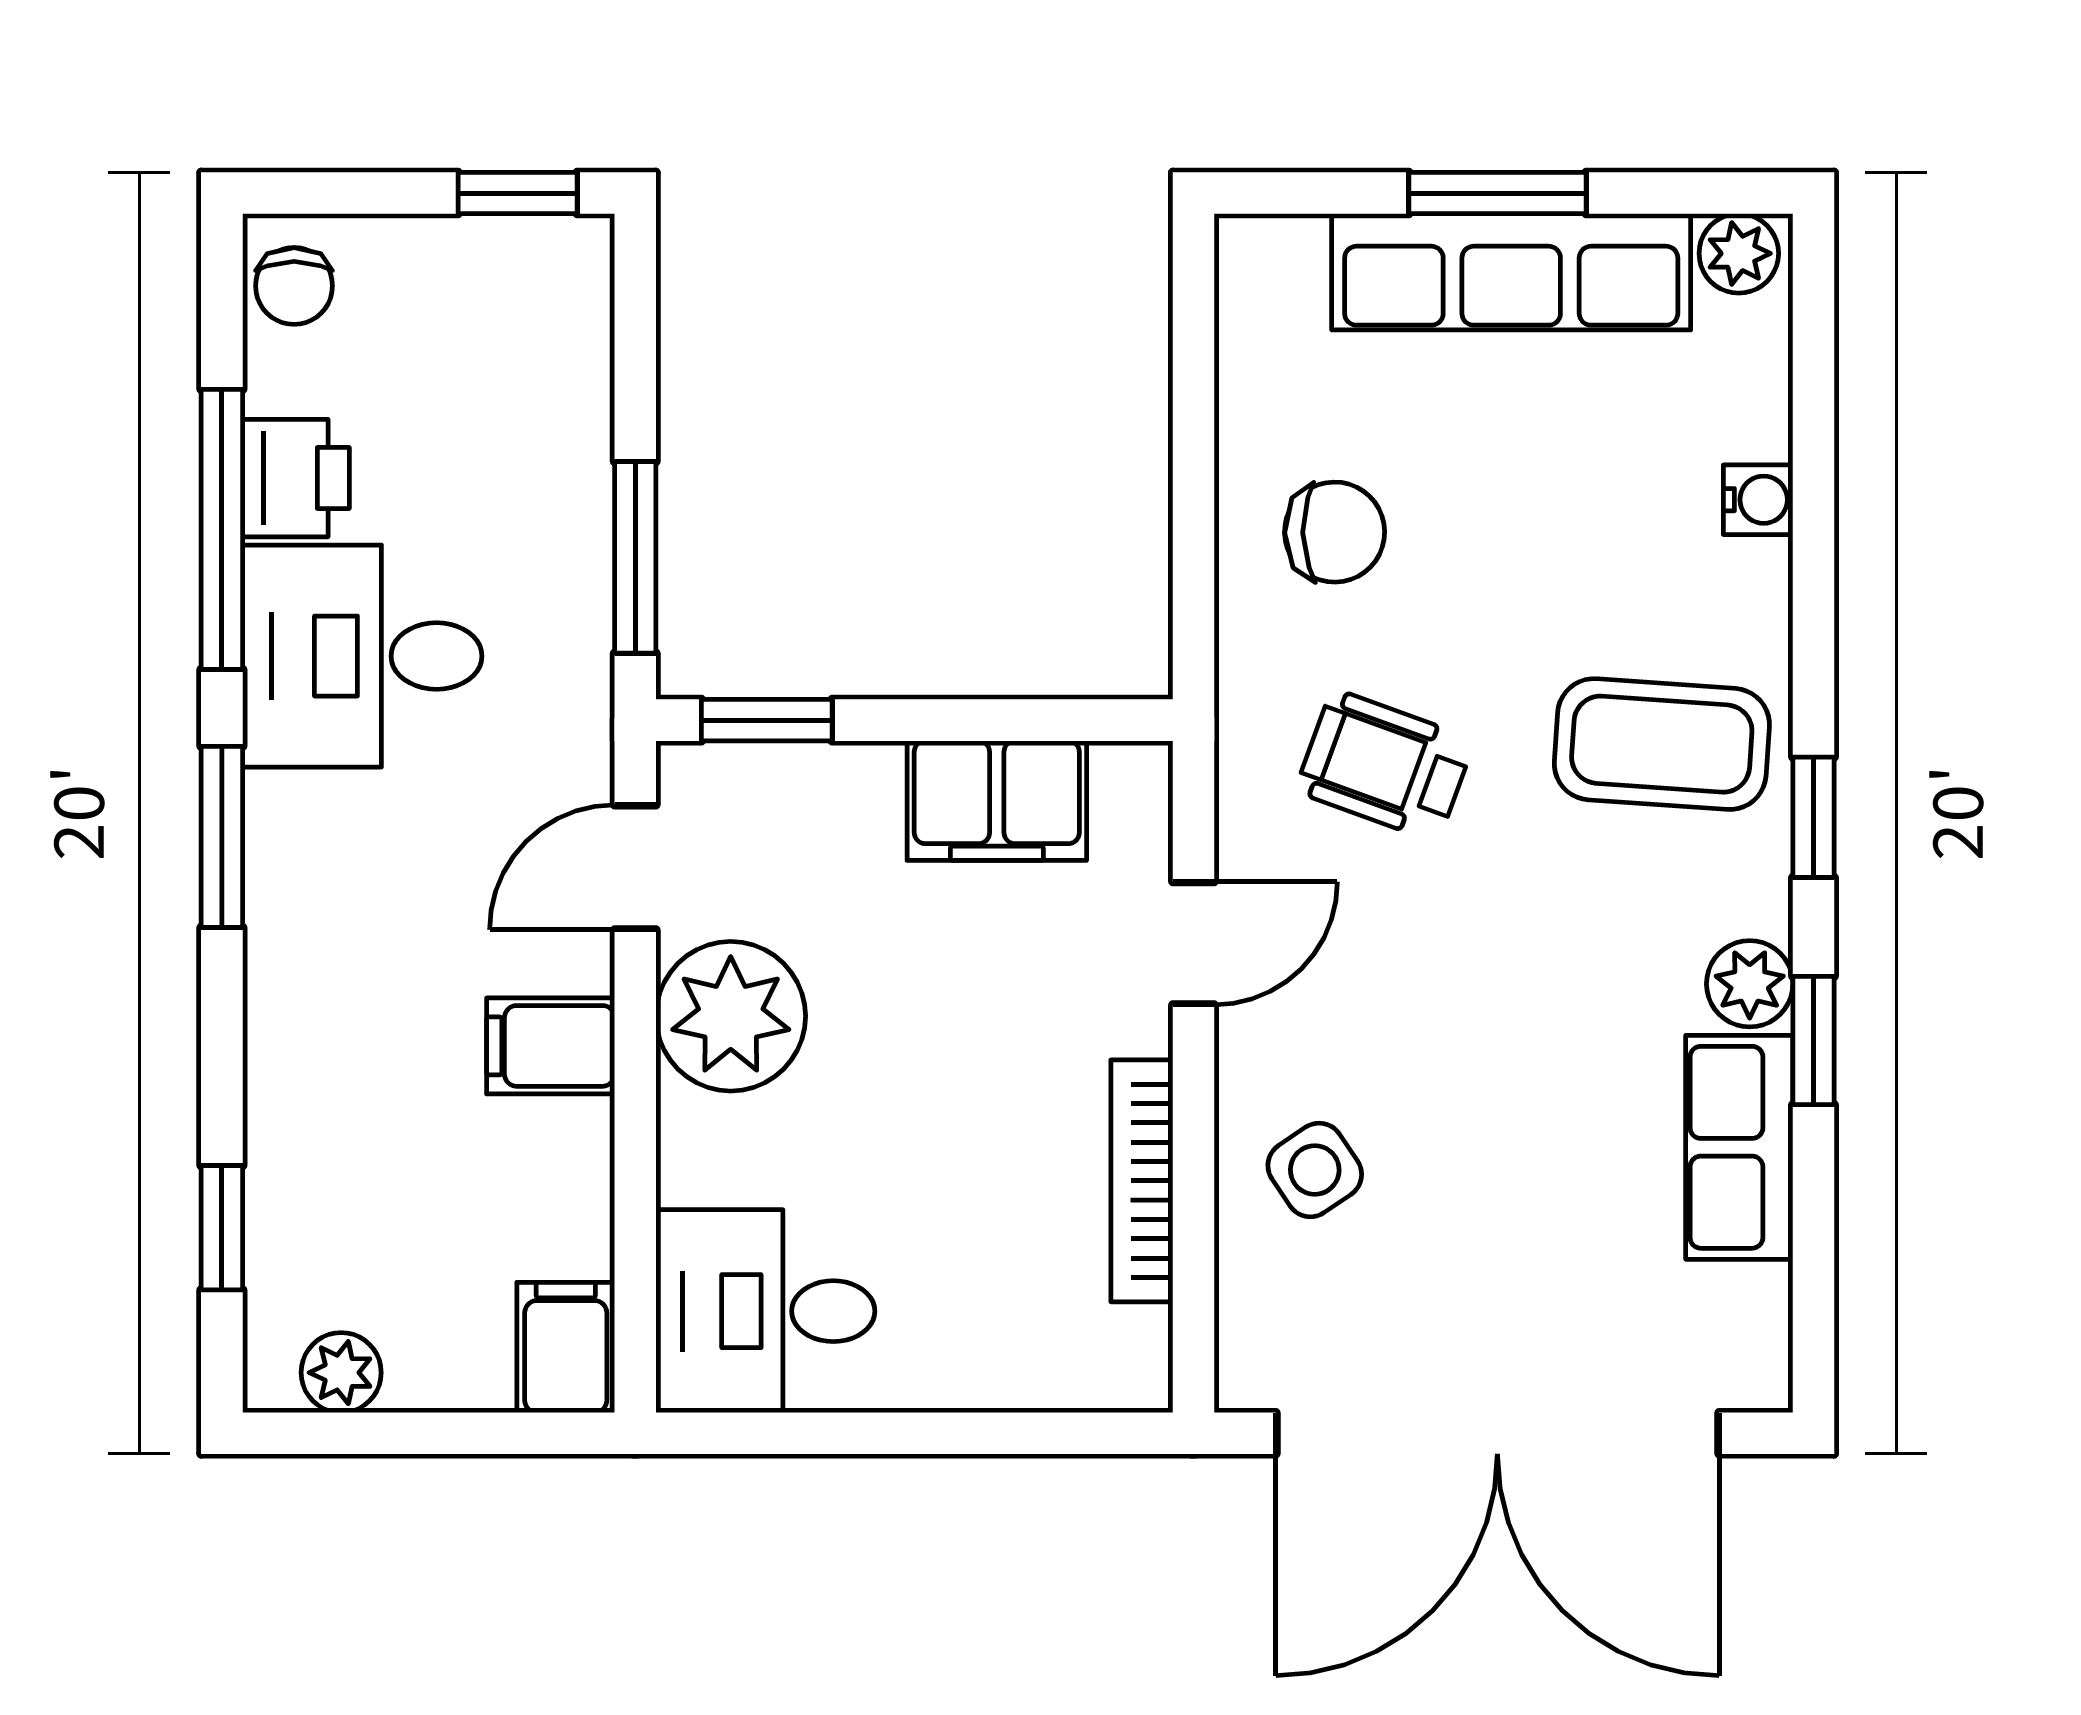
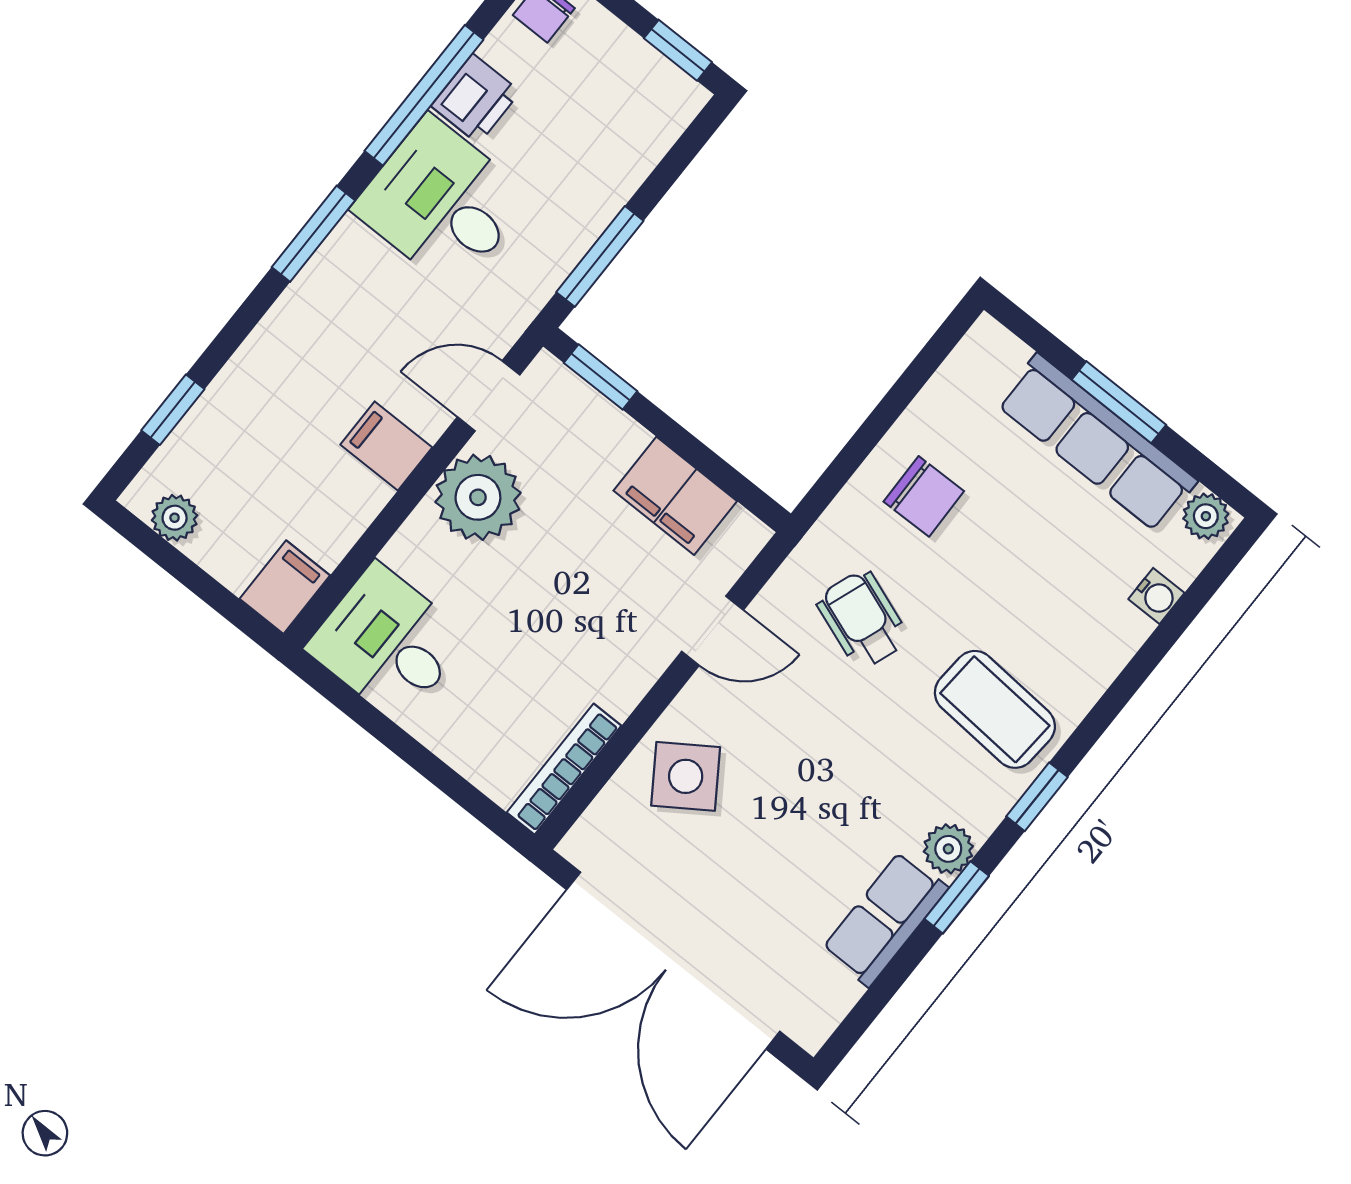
water cooler: (1758, 500) -> (1156, 596), moved
side table: (1315, 1170) -> (686, 776), width x1.37, depth x1.37
bookcase: (1142, 1181) -> (564, 769), moved

